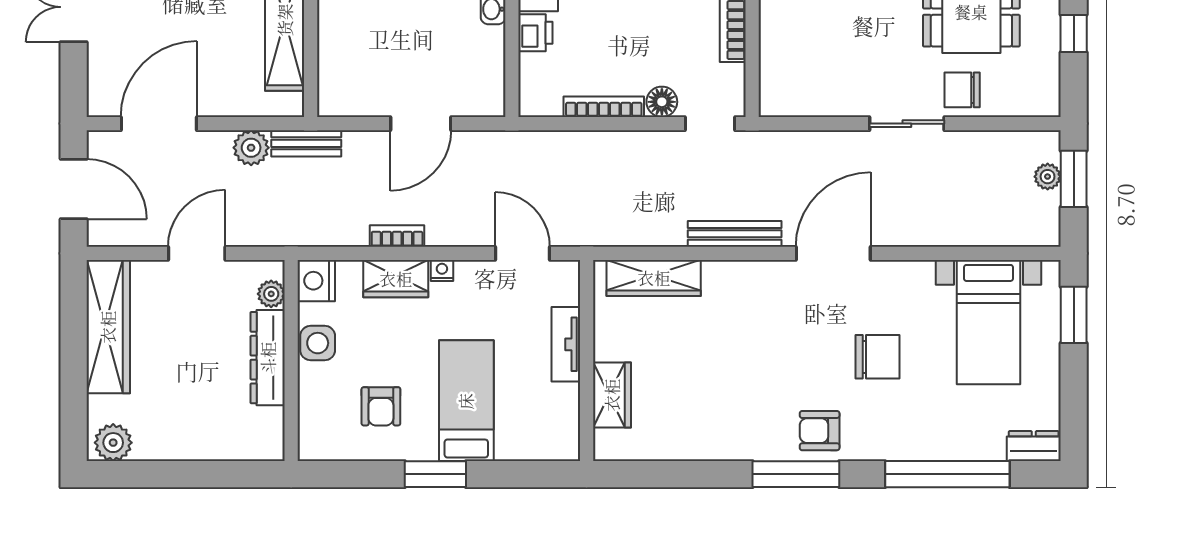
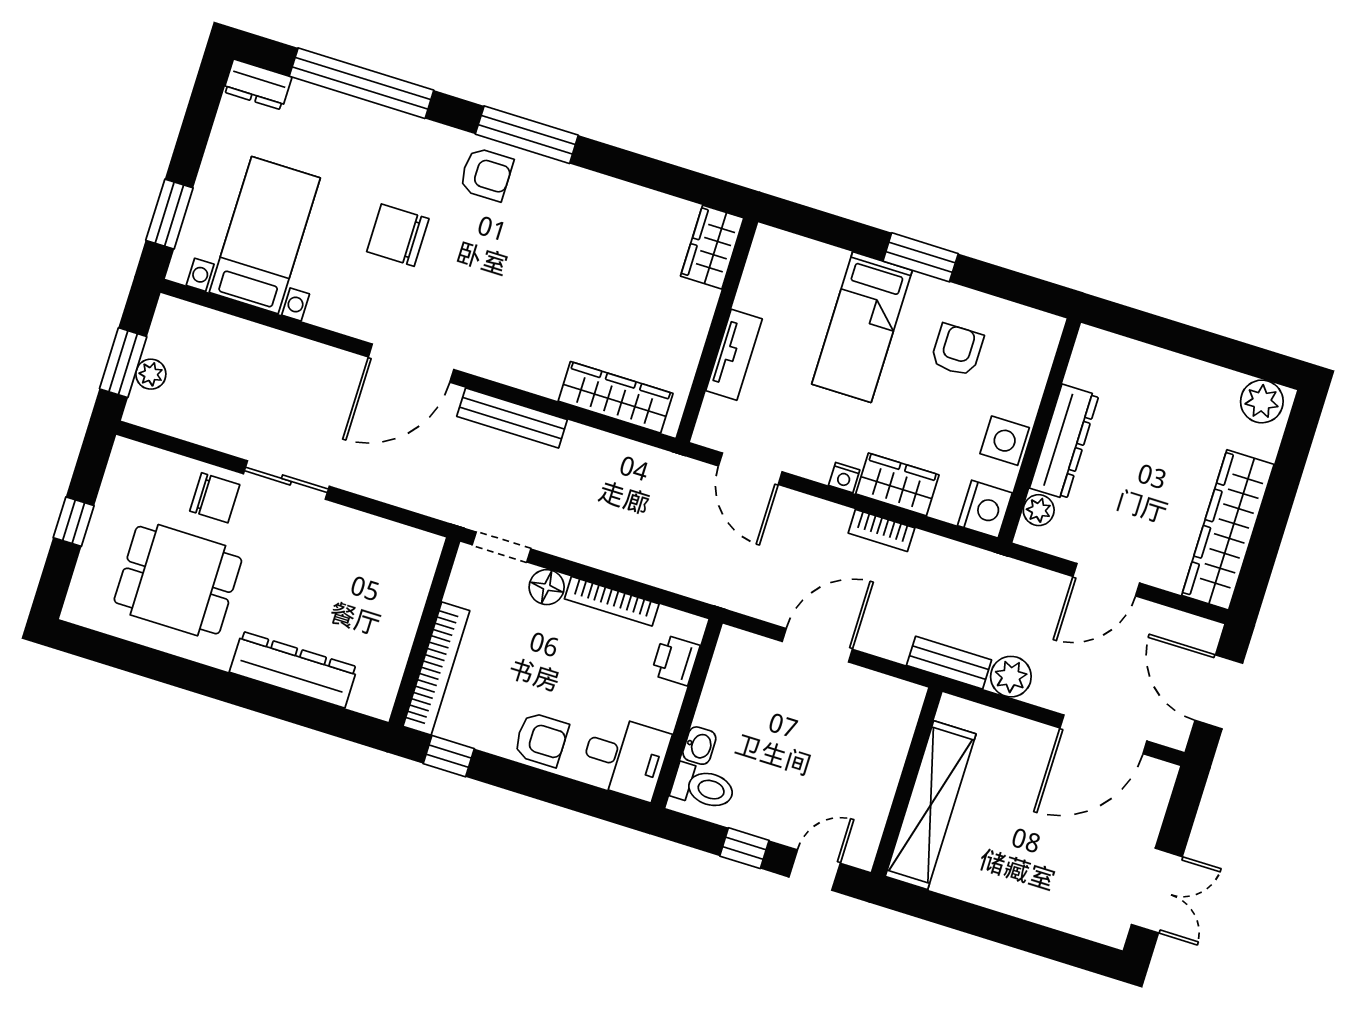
printer: (535, 33) -> (675, 660), moved
wardrobe: (612, 395) -> (712, 247), moved

